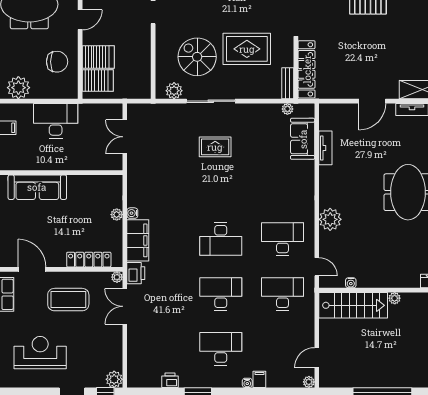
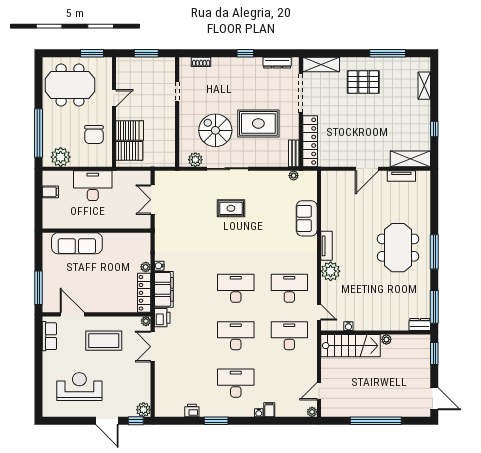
chair: (57, 62) -> (94, 135), turned 90
sofa: (303, 139) -> (307, 218), moved
tv unit: (325, 148) -> (326, 246), moved
desk: (221, 239) -> (236, 288), turned 180
locker: (89, 260) -> (144, 293), moved, turned -90

